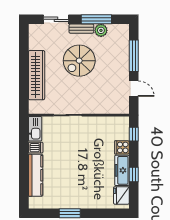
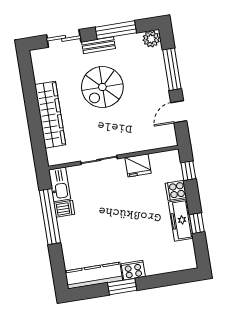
plant: (101, 30) -> (151, 39), moved
door: (134, 89) -> (179, 112), swing flipped
window: (24, 152) -> (50, 217), added
kitchen counter: (36, 175) -> (94, 276), moved, turned -90
fridge: (121, 195) -> (138, 165), moved, turned -90
cooker: (80, 202) -> (133, 270), added

